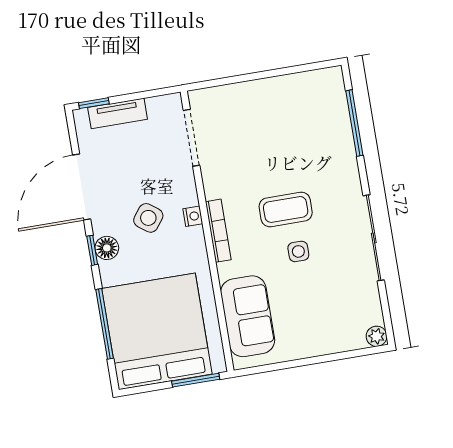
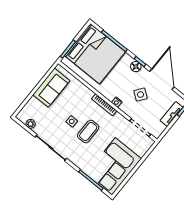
corner sofa: (295, 112) -> (114, 166), added
side table: (148, 218) -> (141, 95), moved
sofa: (248, 316) -> (51, 88), moved, turned -90
plant: (377, 336) -> (31, 124), moved

